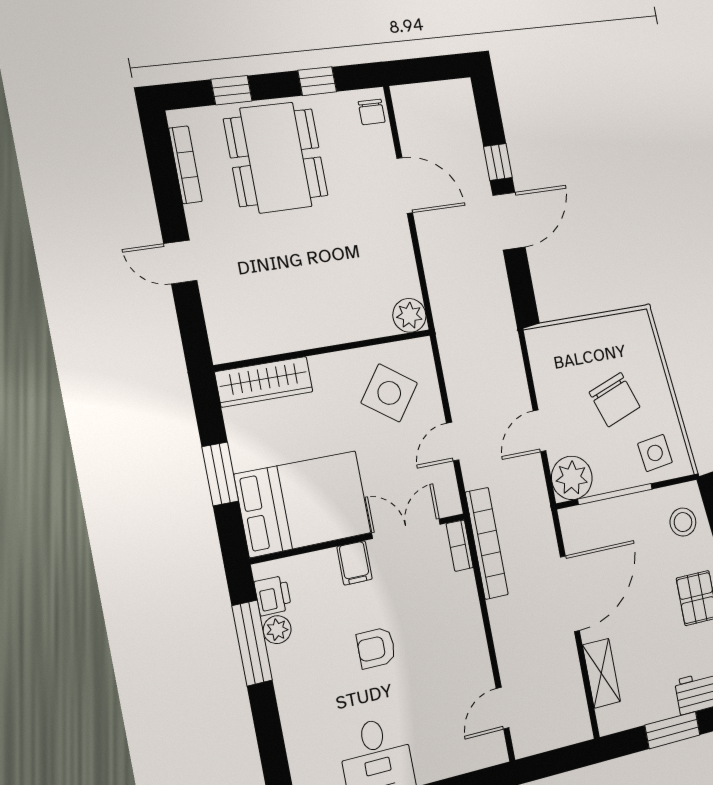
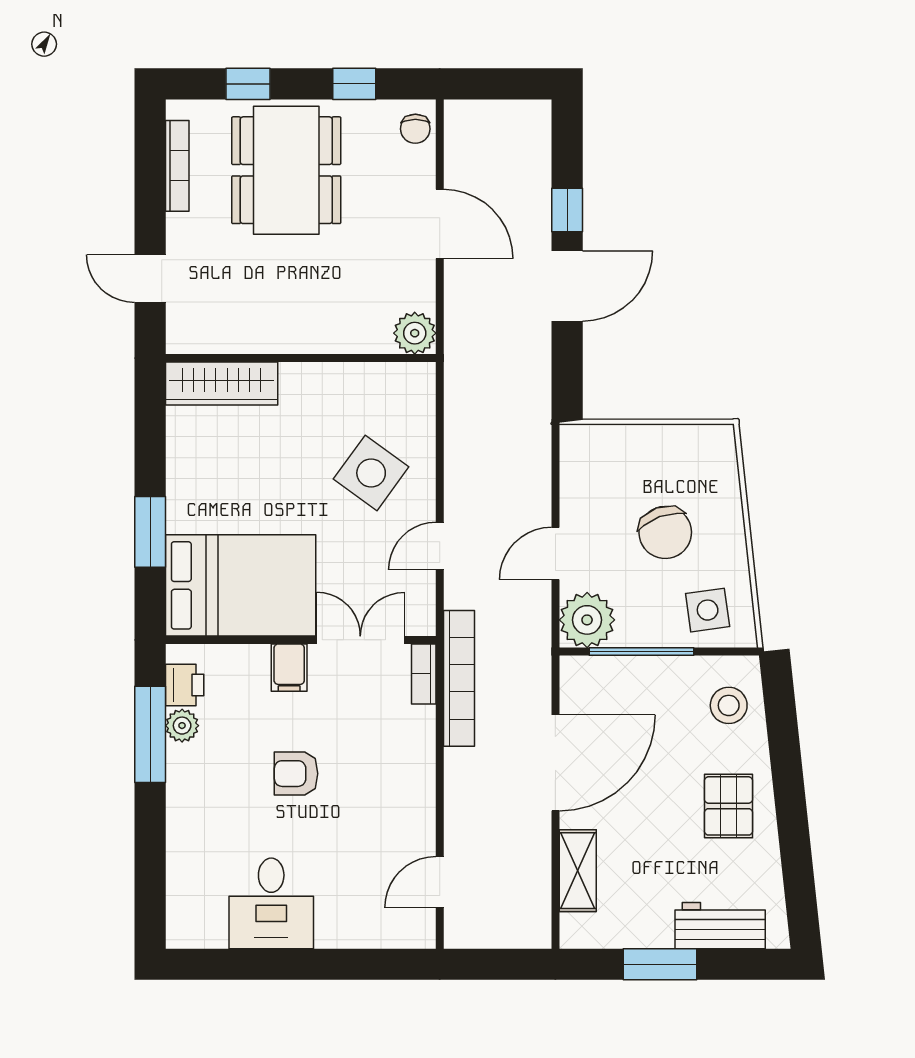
plant: (409, 315) -> (415, 333), moved
wall: (324, 350) -> (301, 358), moved
wardrobe: (264, 382) -> (222, 384), moved

